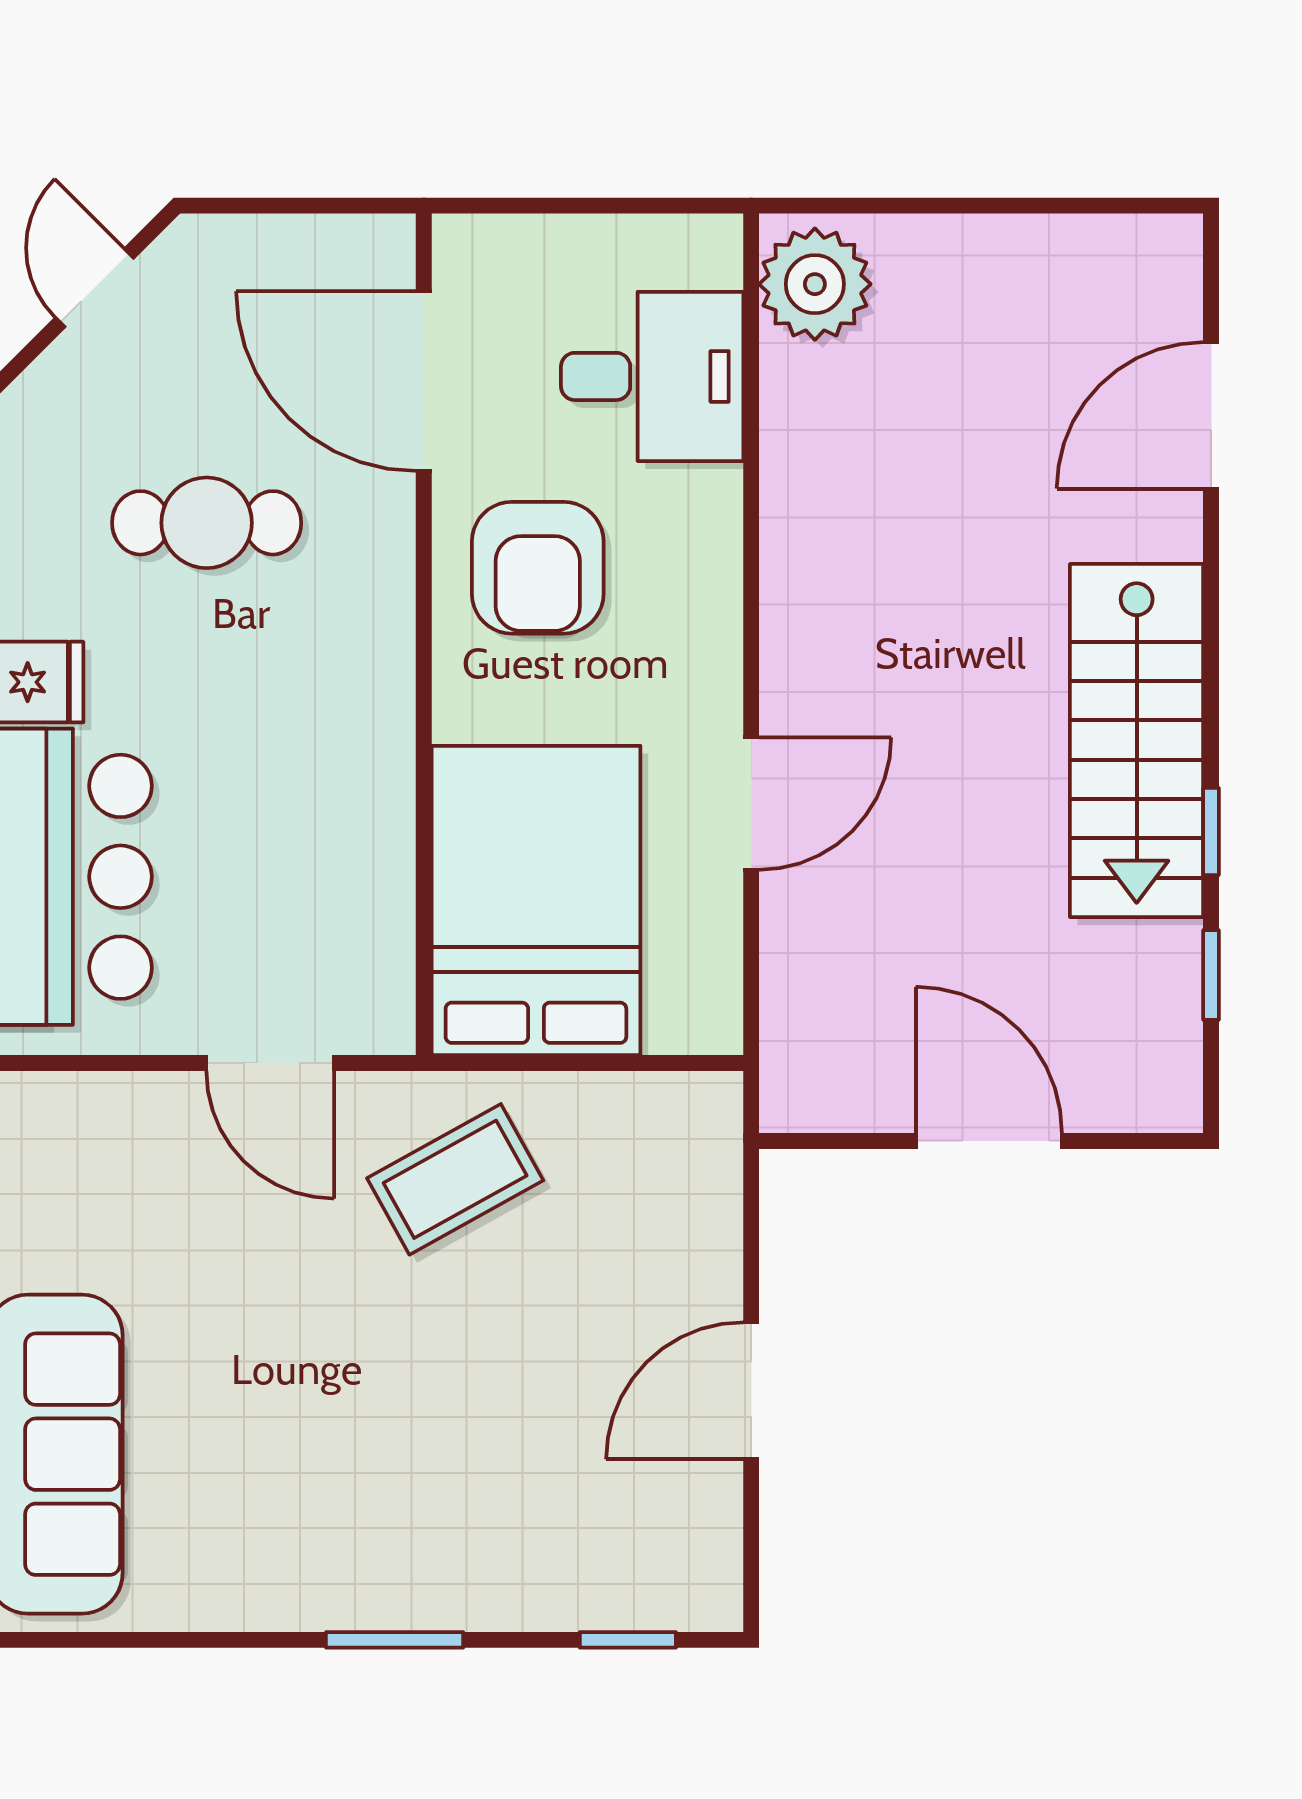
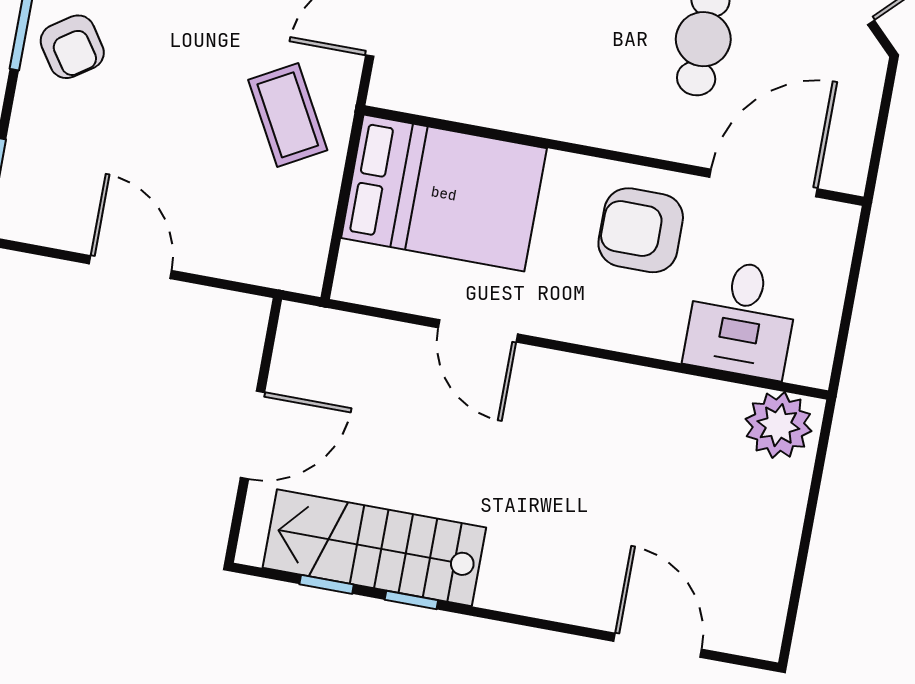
stairs: (1137, 741) -> (374, 548), moved
armchair: (408, 1552) -> (72, 47), added

